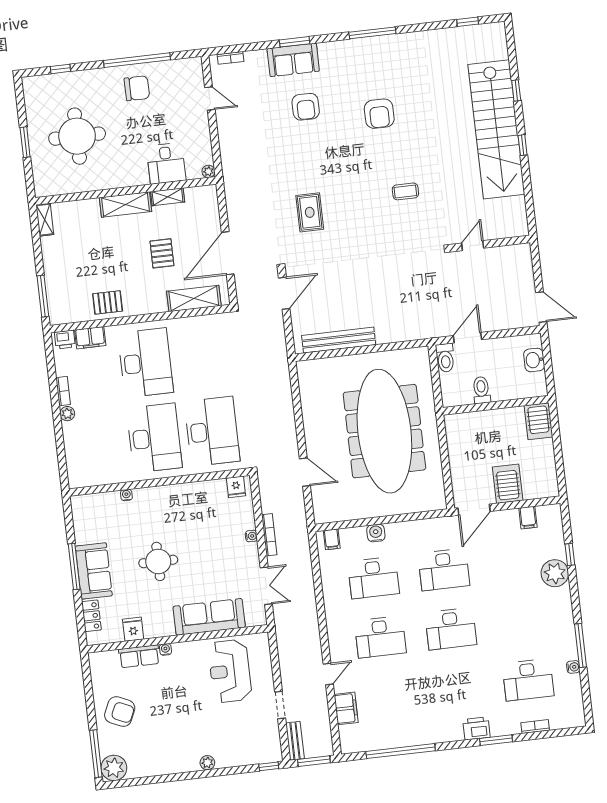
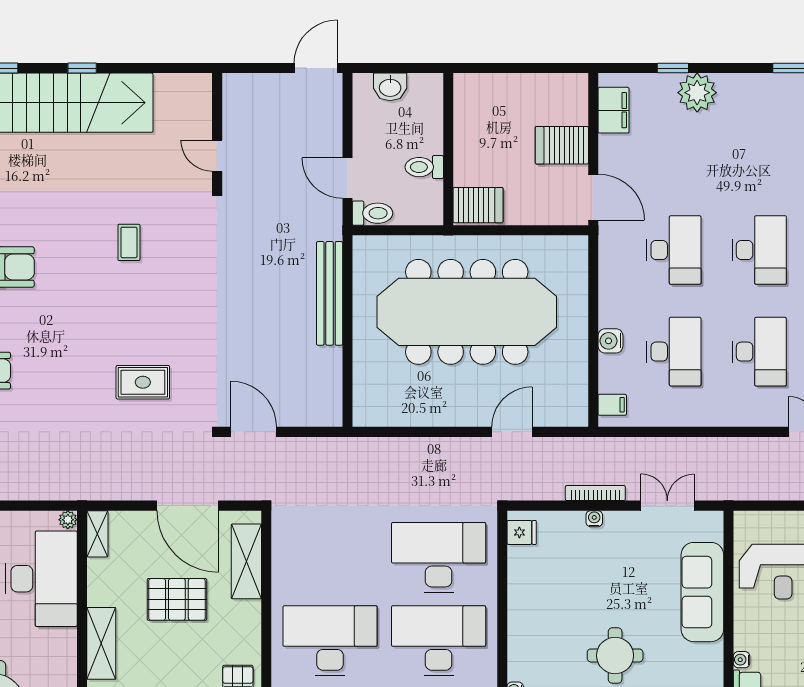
desk: (166, 163) -> (41, 579), width x1.87, depth x1.30
shelving: (168, 197) -> (97, 534), moved
pallet: (162, 253) -> (177, 599), width x1.50, depth x1.42
bench: (339, 340) -> (330, 293), moved
server rack: (539, 421) -> (478, 205), moved
filing cabinet: (528, 518) -> (613, 110), width x2.00

